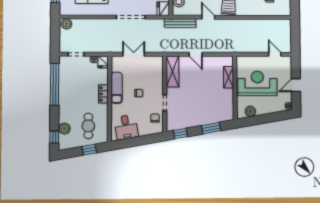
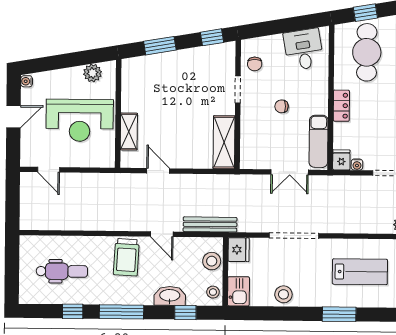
door: (196, 54) -> (158, 171), moved
exam couch: (117, 88) -> (319, 141), moved
cafe table: (88, 126) -> (367, 52), width x1.37, depth x1.35

